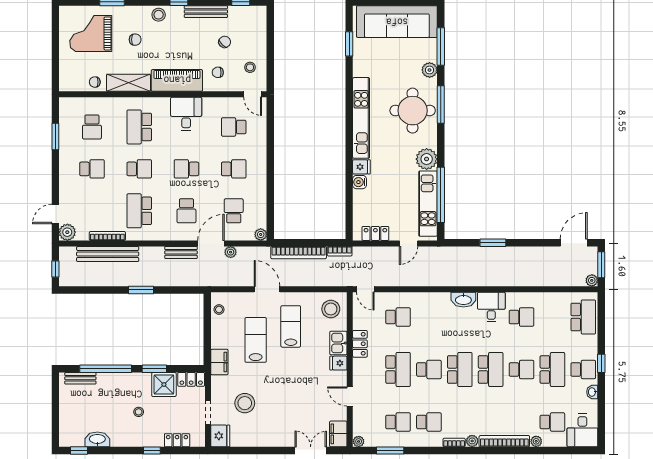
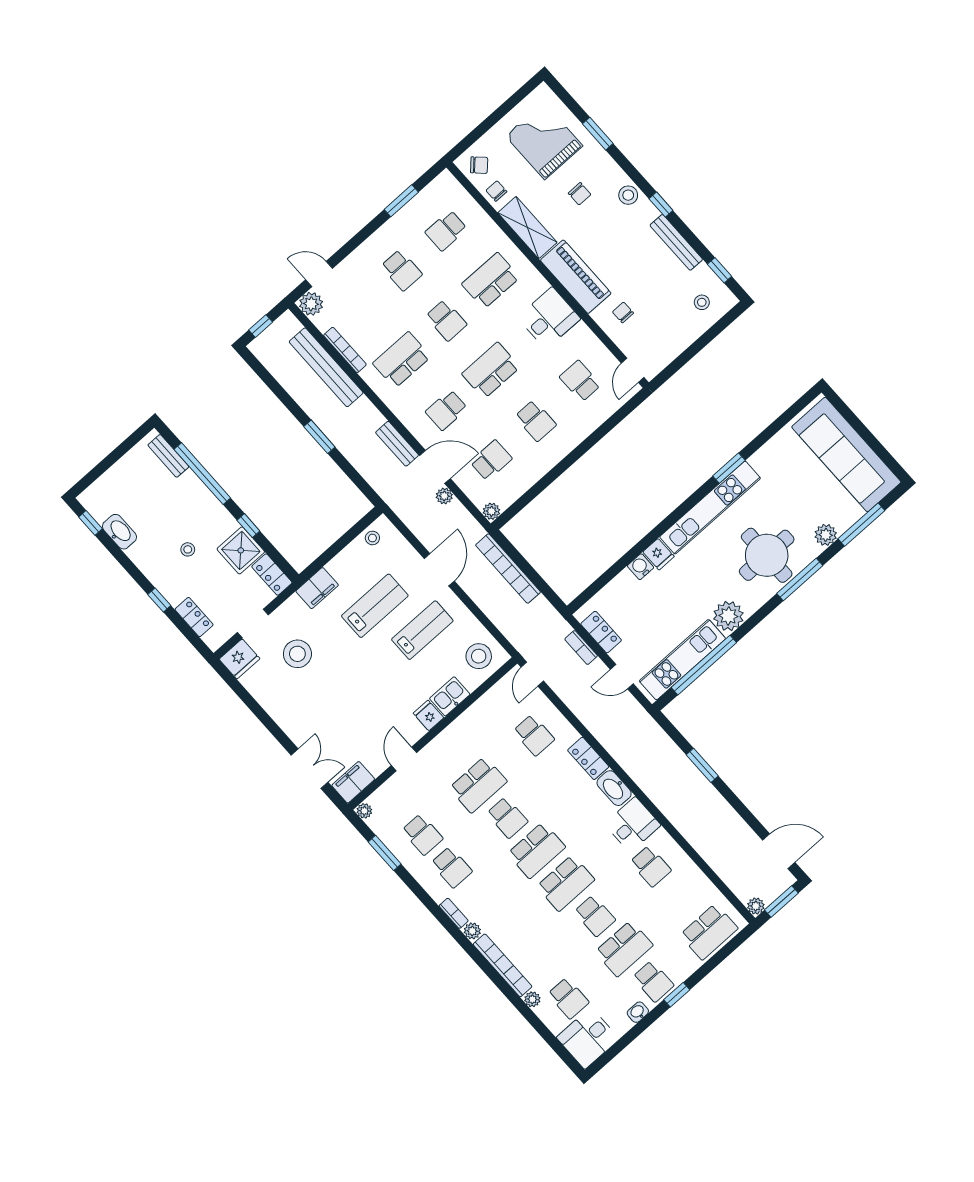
chair: (225, 42) -> (479, 165), moved
window: (349, 44) -> (729, 468), moved
stool: (250, 67) -> (702, 302), moved
school desk: (186, 169) -> (491, 370), width x1.85
bookcase: (340, 251) -> (581, 647), moved
locker: (360, 344) -> (588, 758), moved, turned 90
window: (154, 369) -> (248, 526), width x0.67

